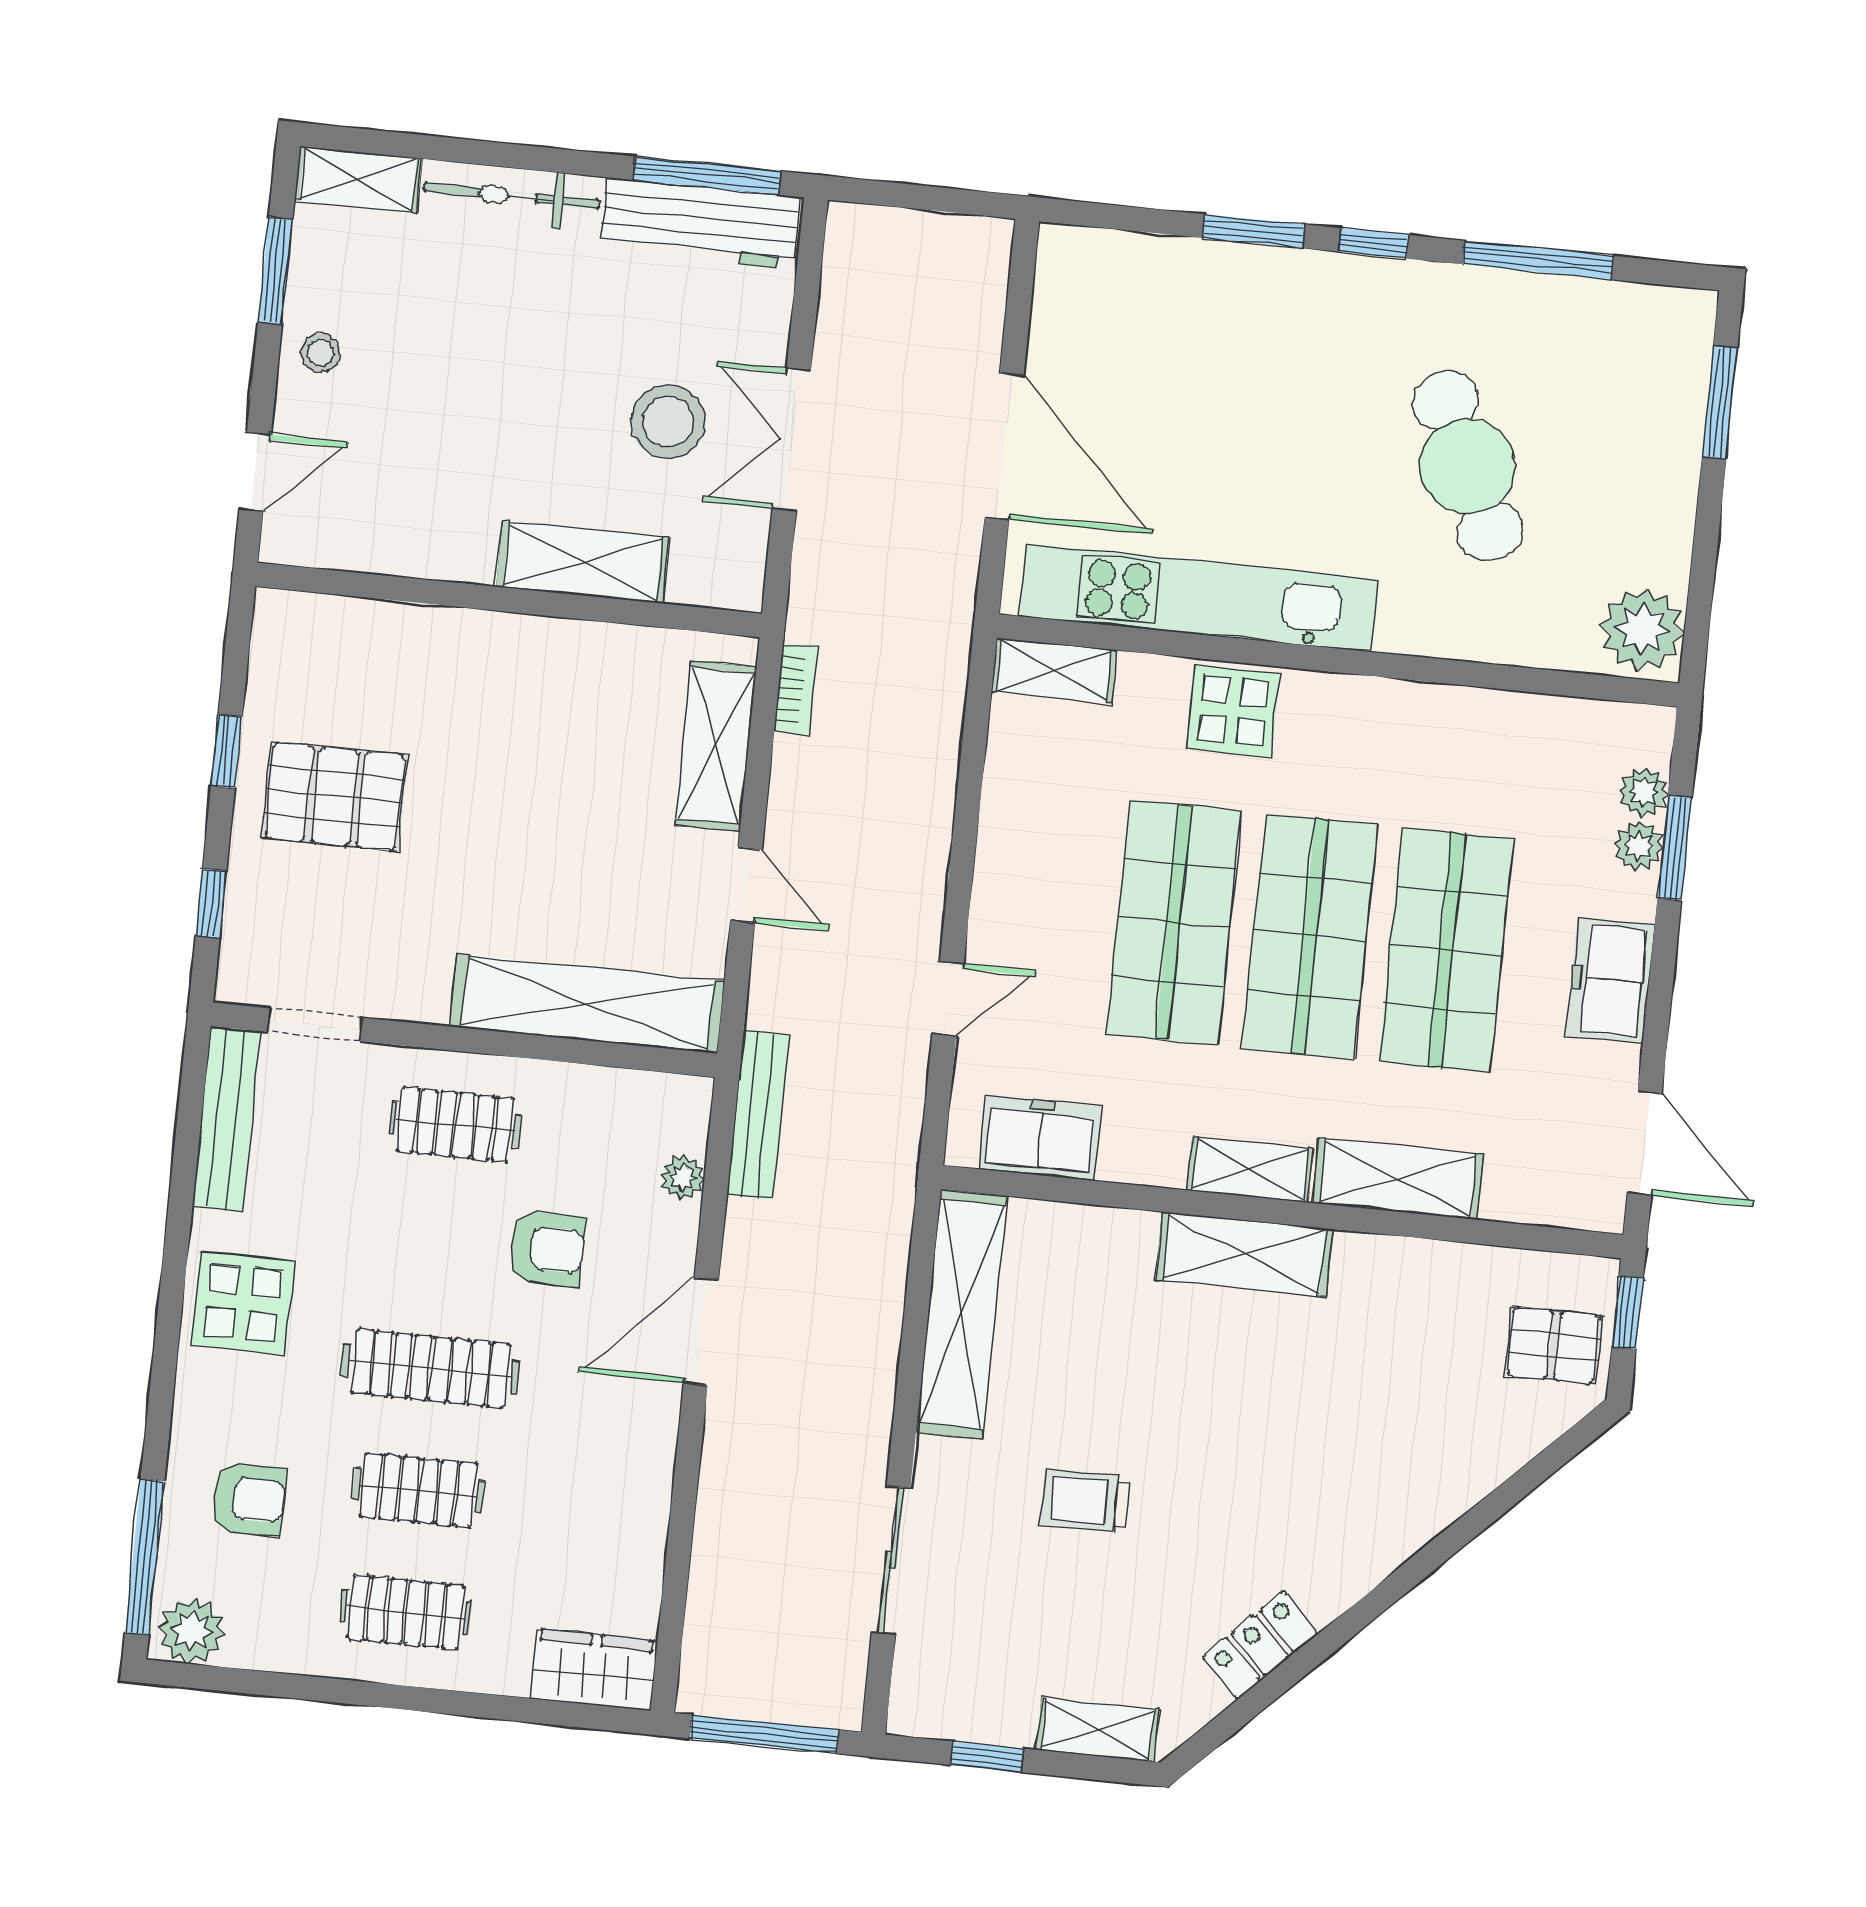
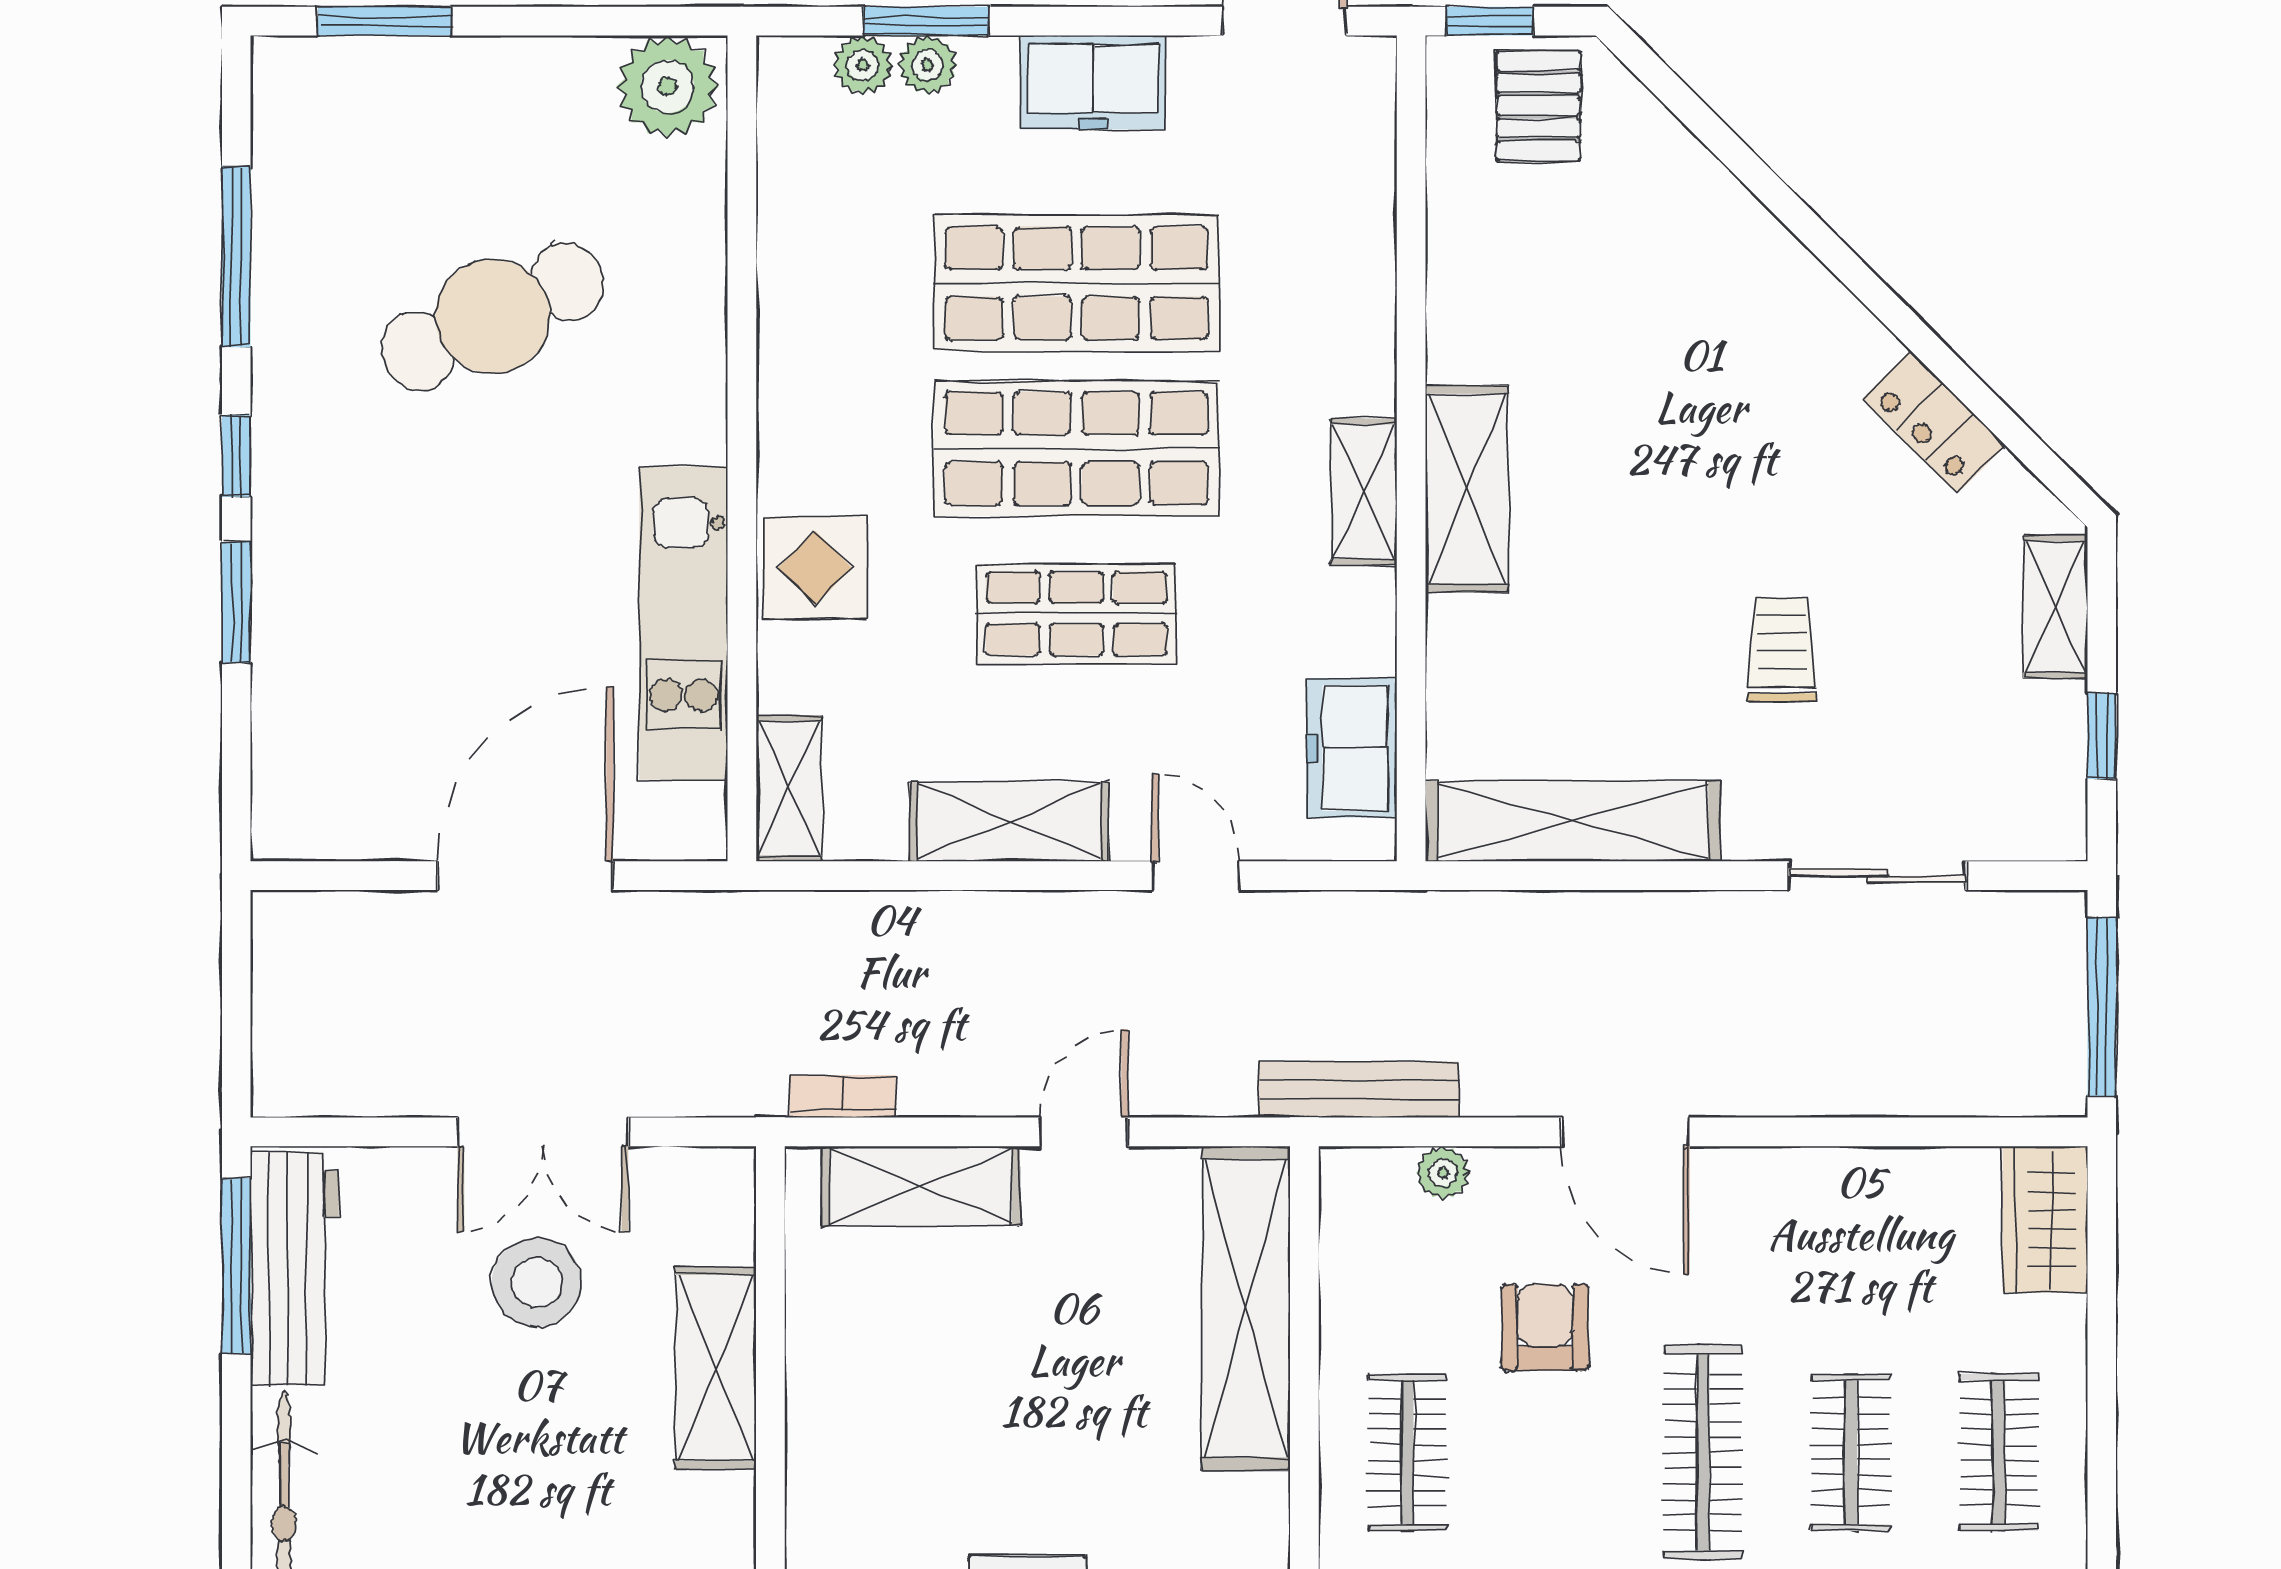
kitchen unit: (1199, 598) -> (683, 623), width x0.73
shop shelf: (1174, 922) -> (1076, 614), width x0.70, depth x0.74
shelving: (1398, 1179) -> (1009, 822), moved, turned 90
trolley: (1085, 1501) -> (1782, 650), turned 180

